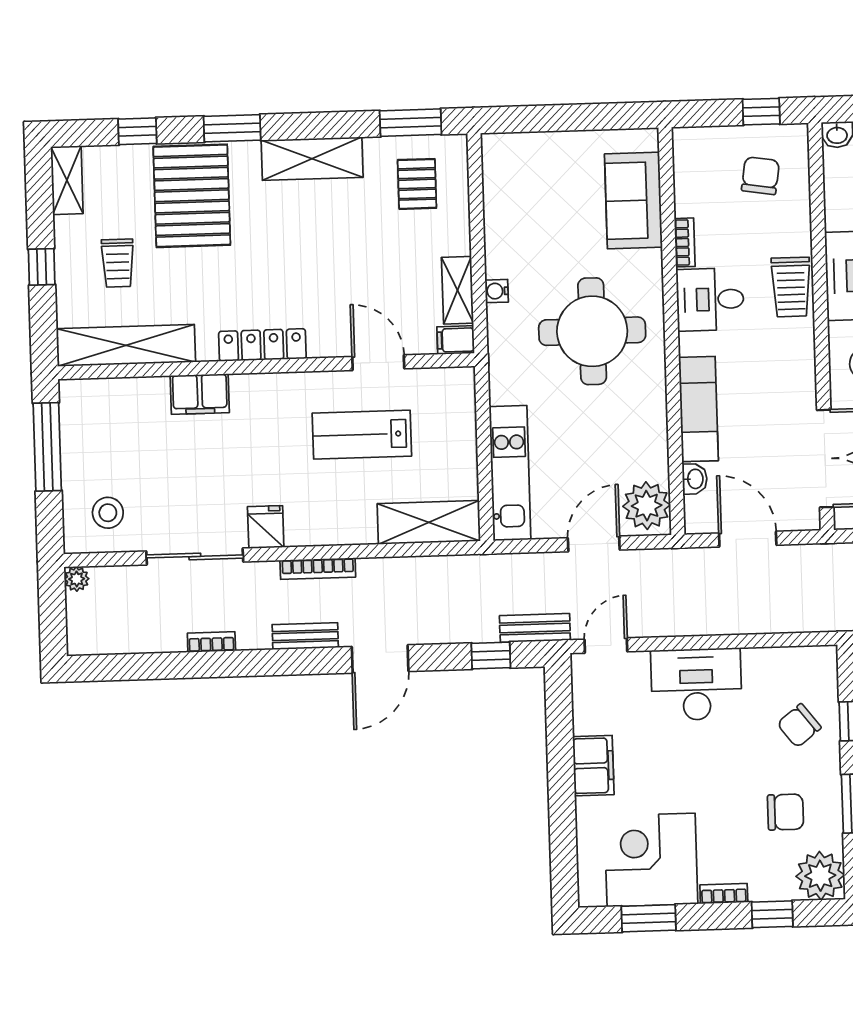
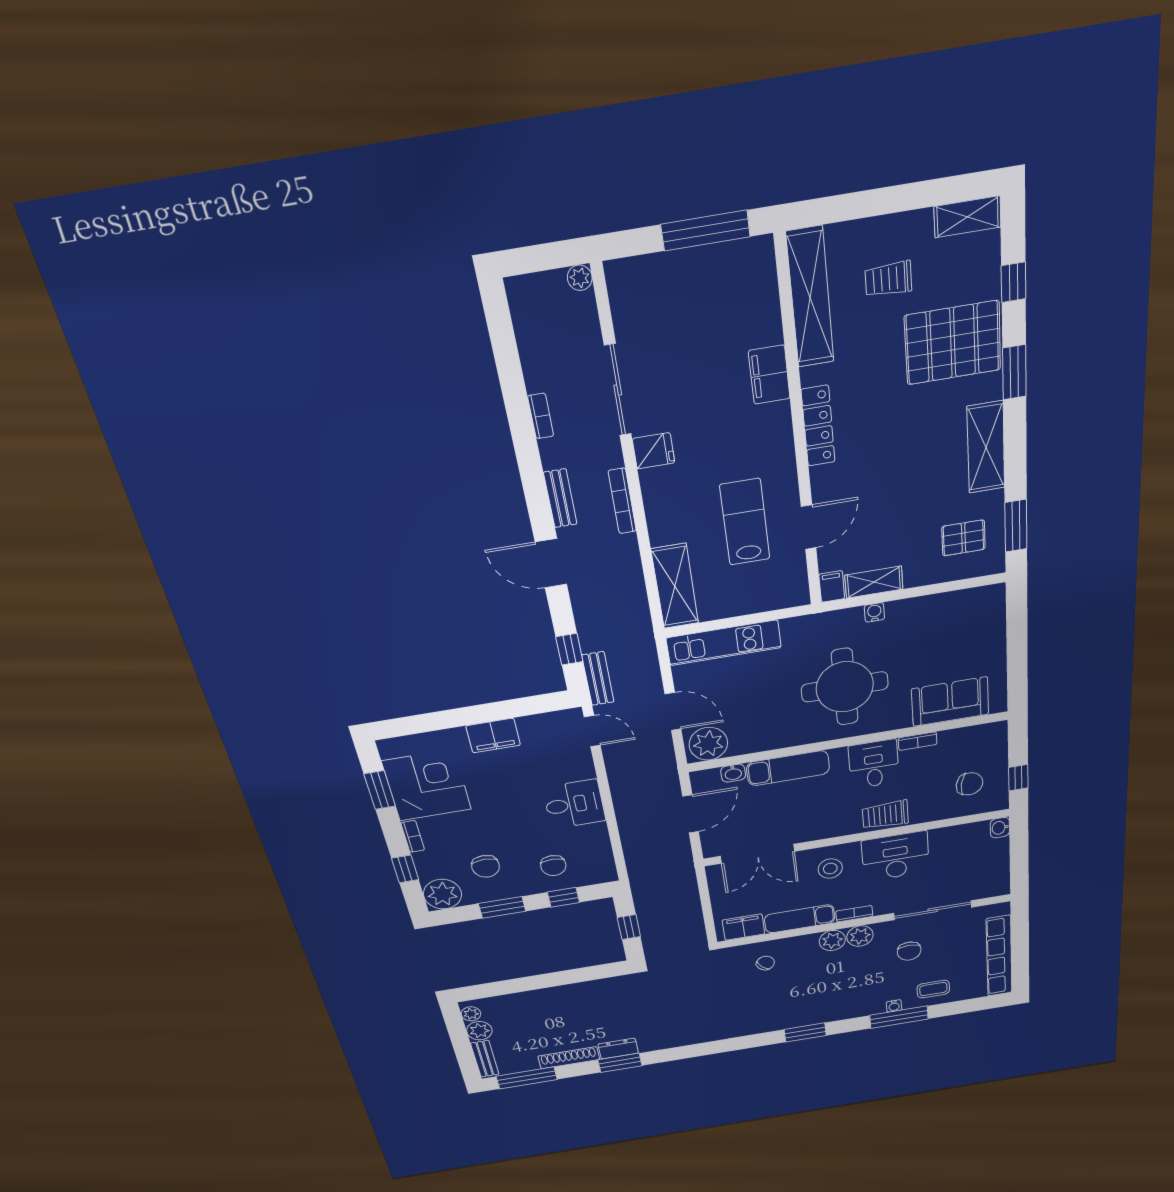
window: (42, 267) -> (882, 201), removed
stool: (108, 513) -> (648, 301), removed
desk: (696, 684) -> (574, 804), width x0.73
chair: (799, 726) -> (553, 866), turned -142

